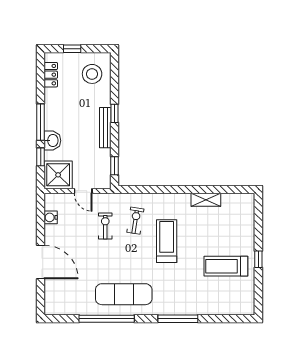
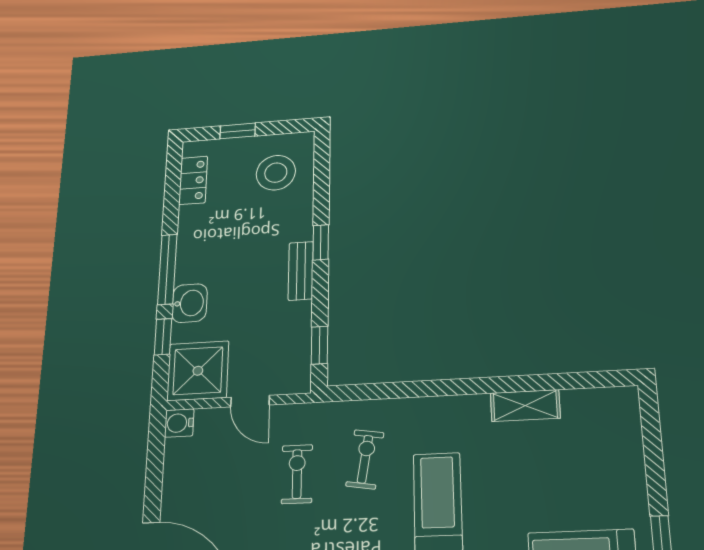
bench: (105, 128) -> (301, 271), width x0.73
water cooler: (51, 217) -> (179, 423), moved

